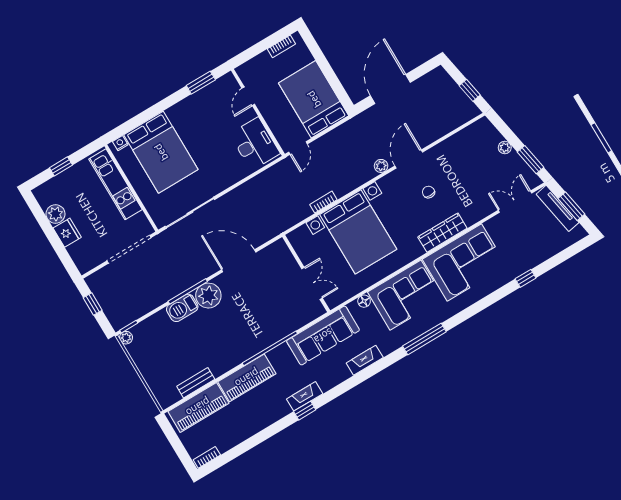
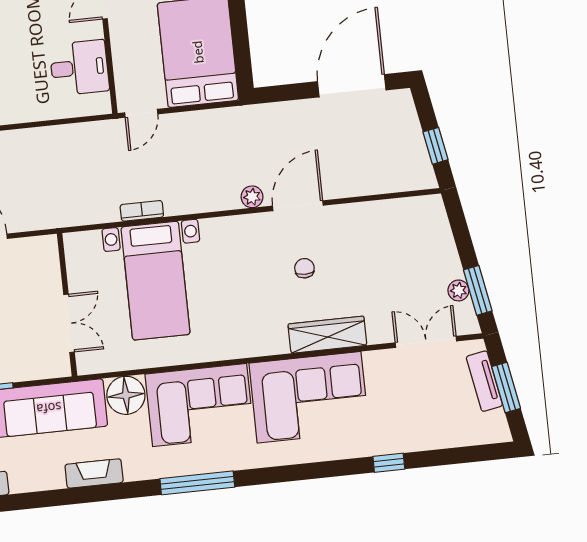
door: (390, 89) -> (352, 86), moved
desk: (255, 144) -> (79, 68), width x0.73
plant: (505, 147) -> (458, 290), moved
tv unit: (558, 208) -> (484, 381), width x0.71
bed with nightstands: (358, 232) -> (156, 281), width x0.73
wardrobe: (442, 233) -> (327, 335), moved
floor lamp: (364, 301) -> (126, 395), width x1.89, depth x1.89

